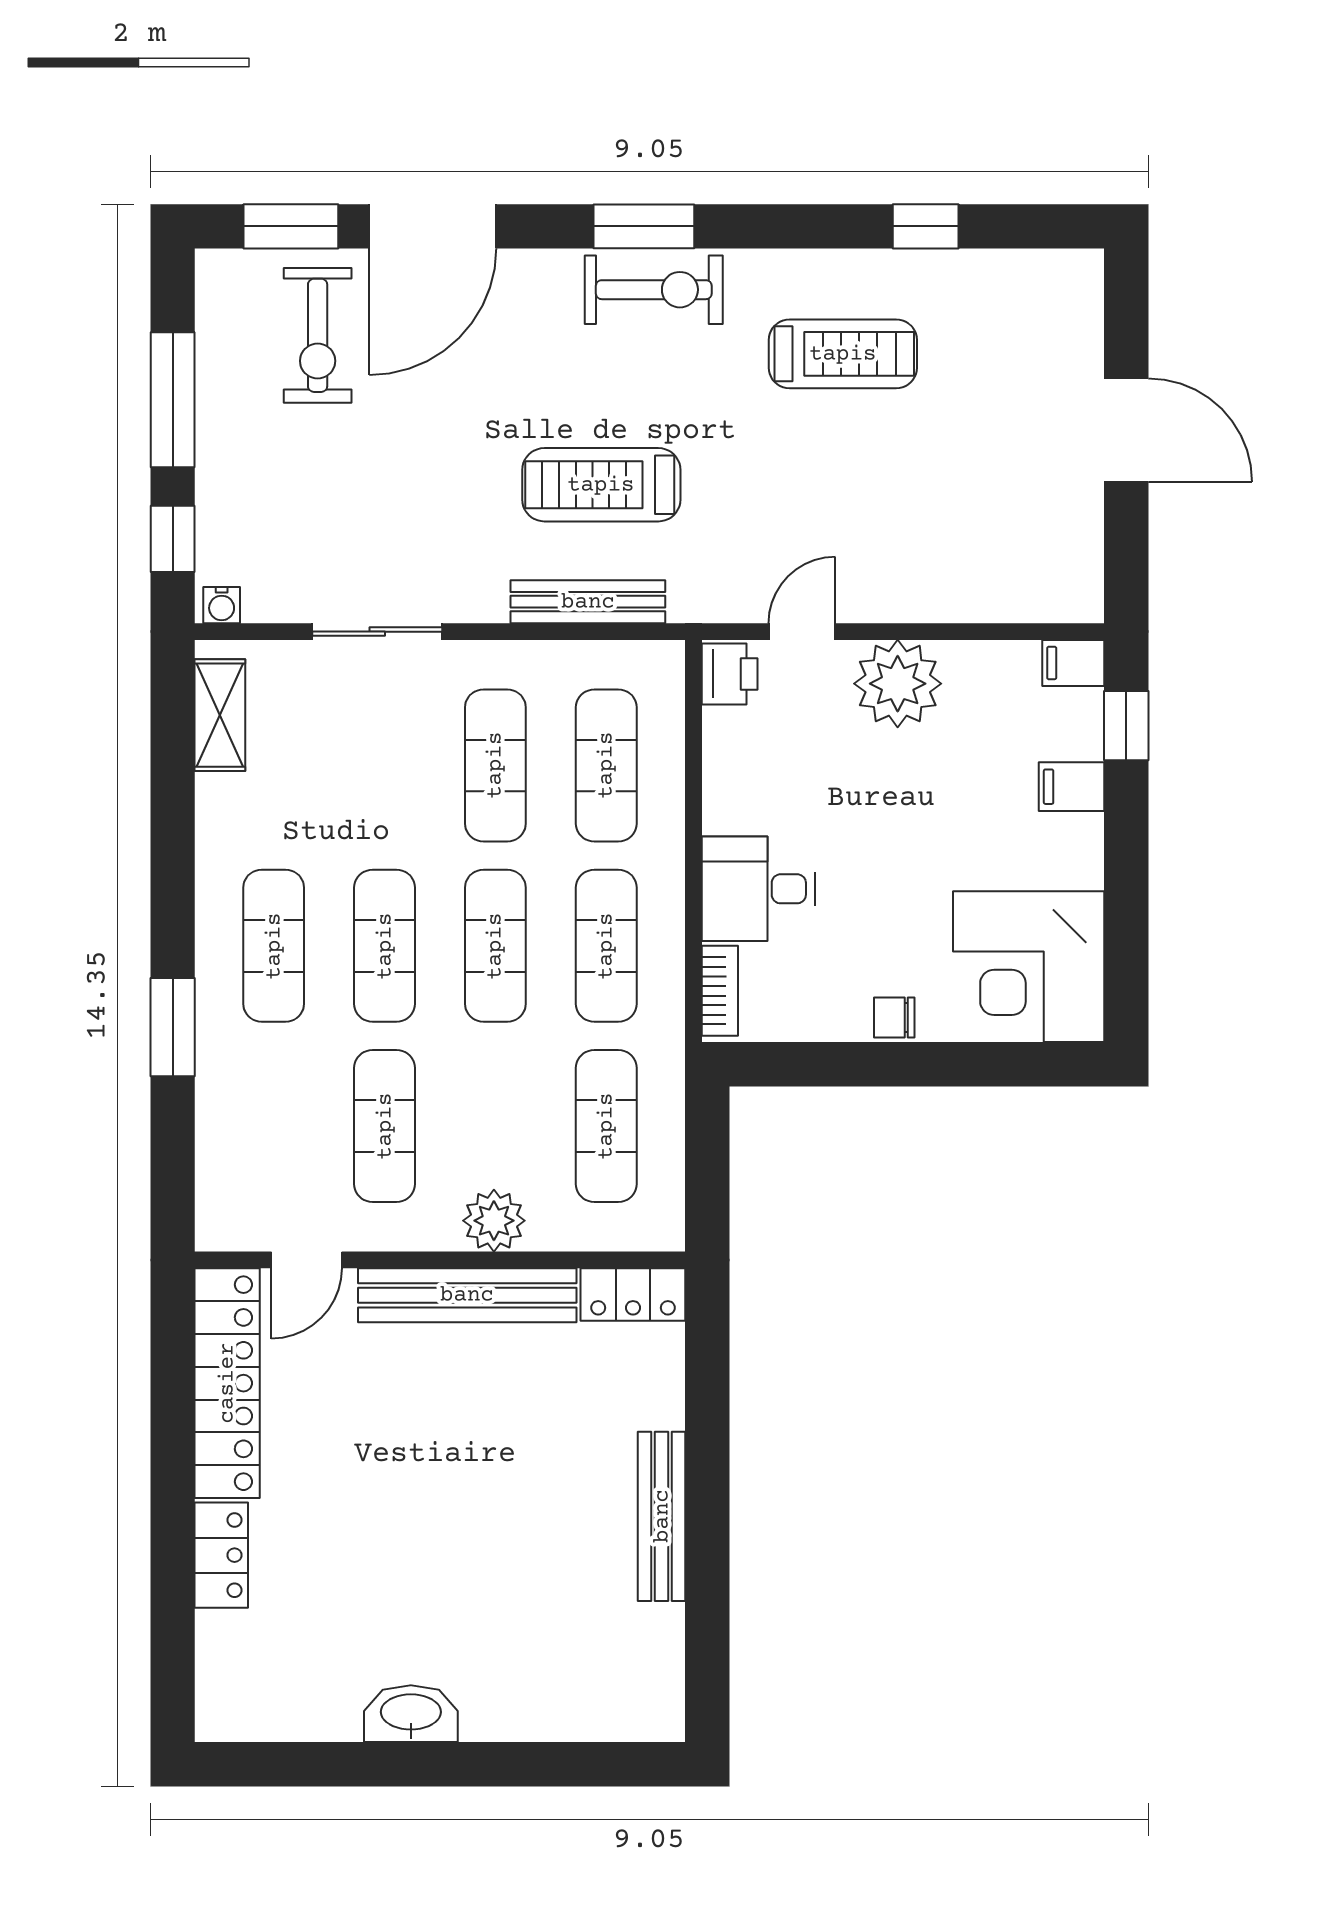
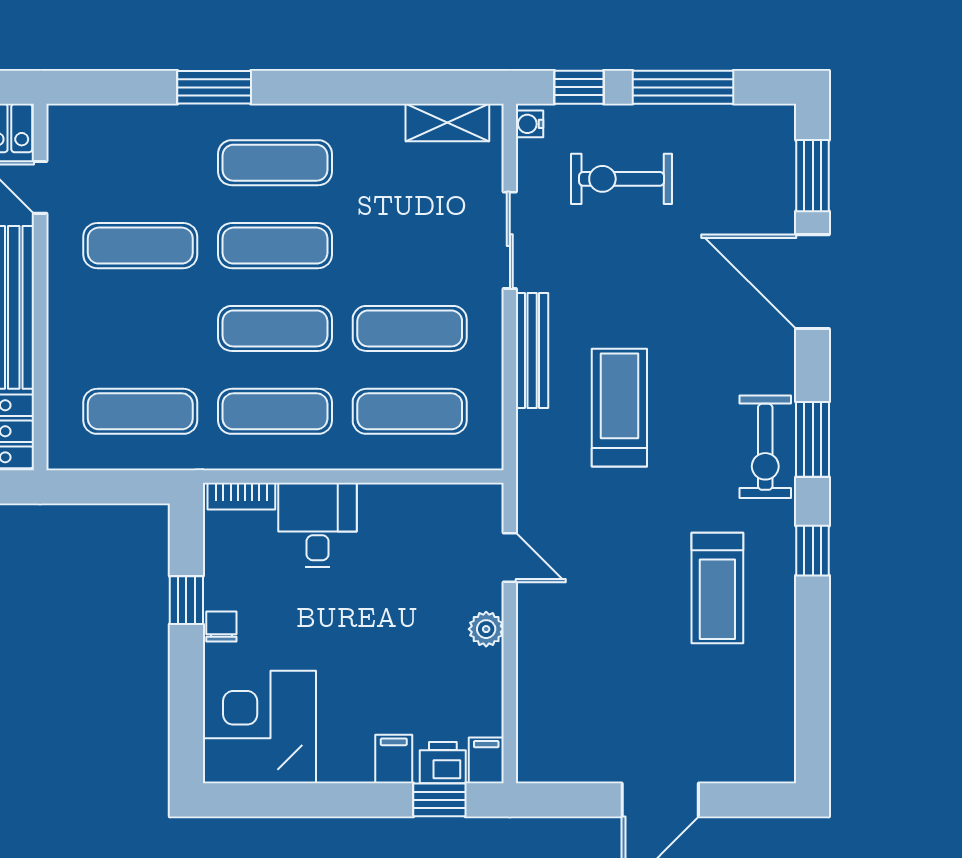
window: (926, 226) -> (813, 551), moved
exercise bike: (318, 335) -> (622, 179), moved
bench: (588, 602) -> (532, 351), moved
printer: (730, 674) -> (443, 763), moved, turned 180
plant: (898, 684) -> (486, 629), width x0.53, depth x0.53
window: (859, 1064) -> (186, 600), added
plant: (494, 1221) -> (70, 327), removed

